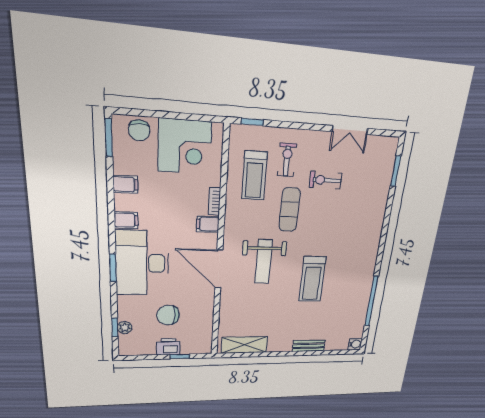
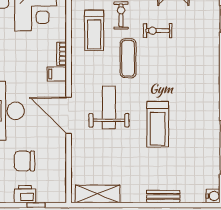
weight bench: (263, 262) -> (109, 107), turned 180

